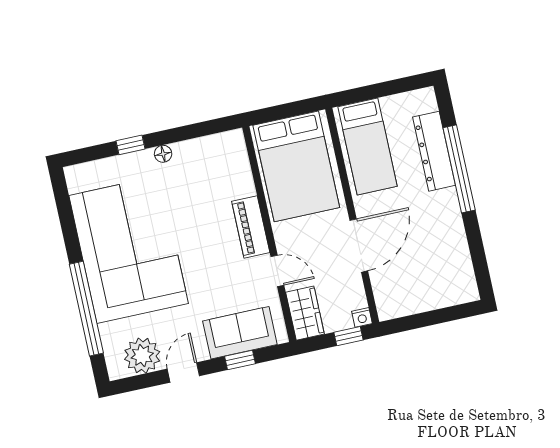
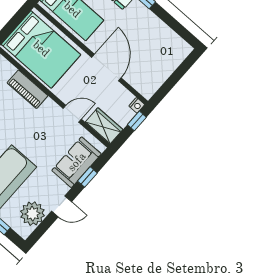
piano: (251, 227) -> (28, 89), moved
door: (183, 372) -> (62, 206), swing flipped

